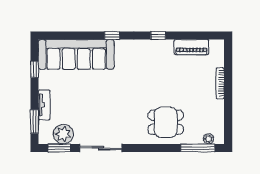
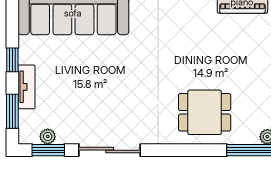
window: (35, 69) -> (12, 60), moved
plant: (63, 134) -> (48, 136), width x0.53, depth x0.53

